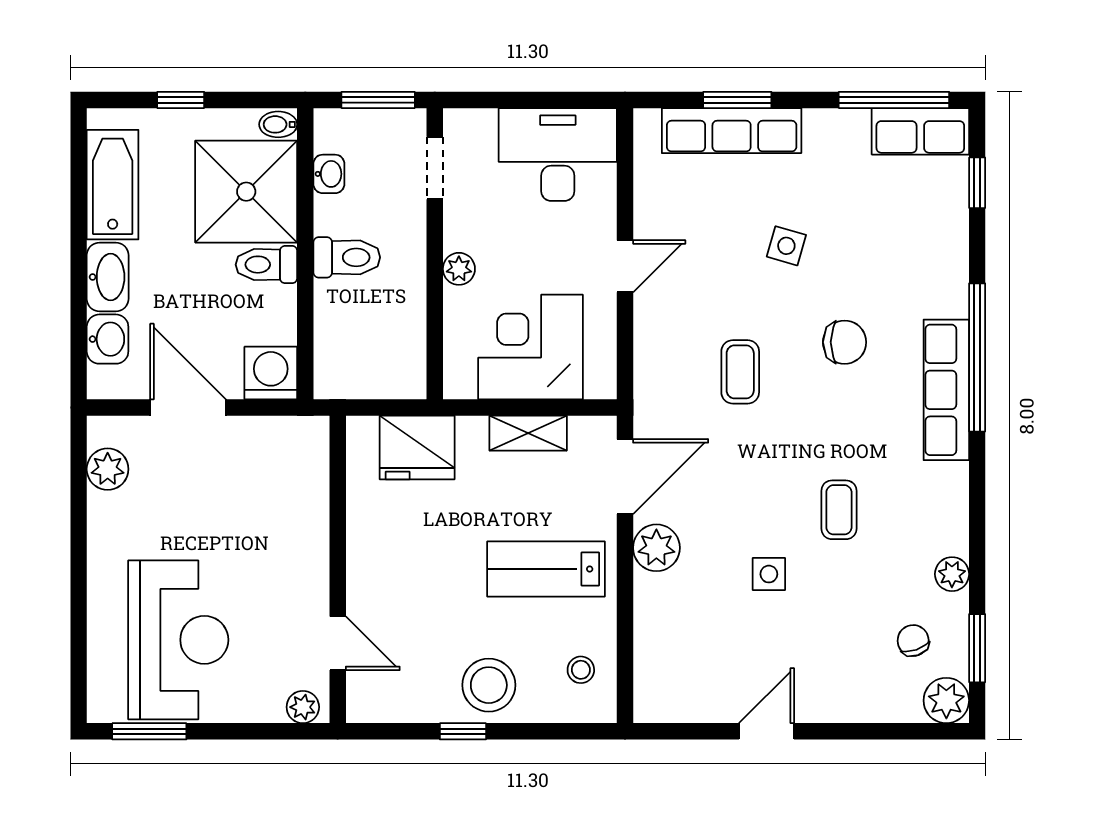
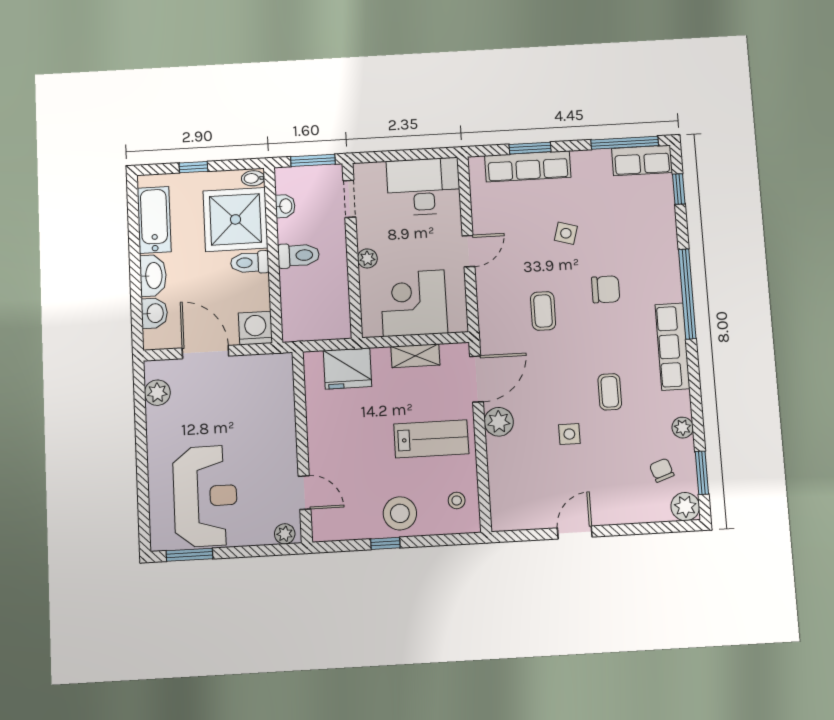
row of seats: (946, 390) -> (673, 347), moved
lab bench: (546, 569) -> (431, 439), turned 180

